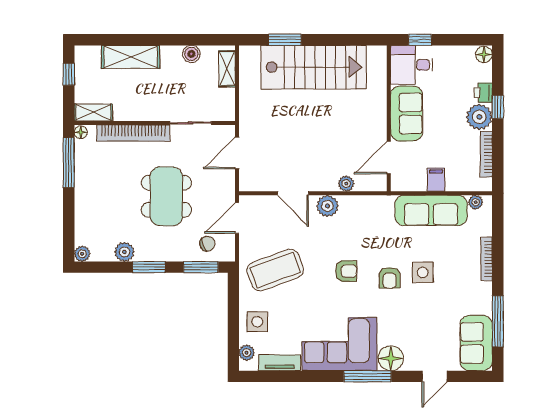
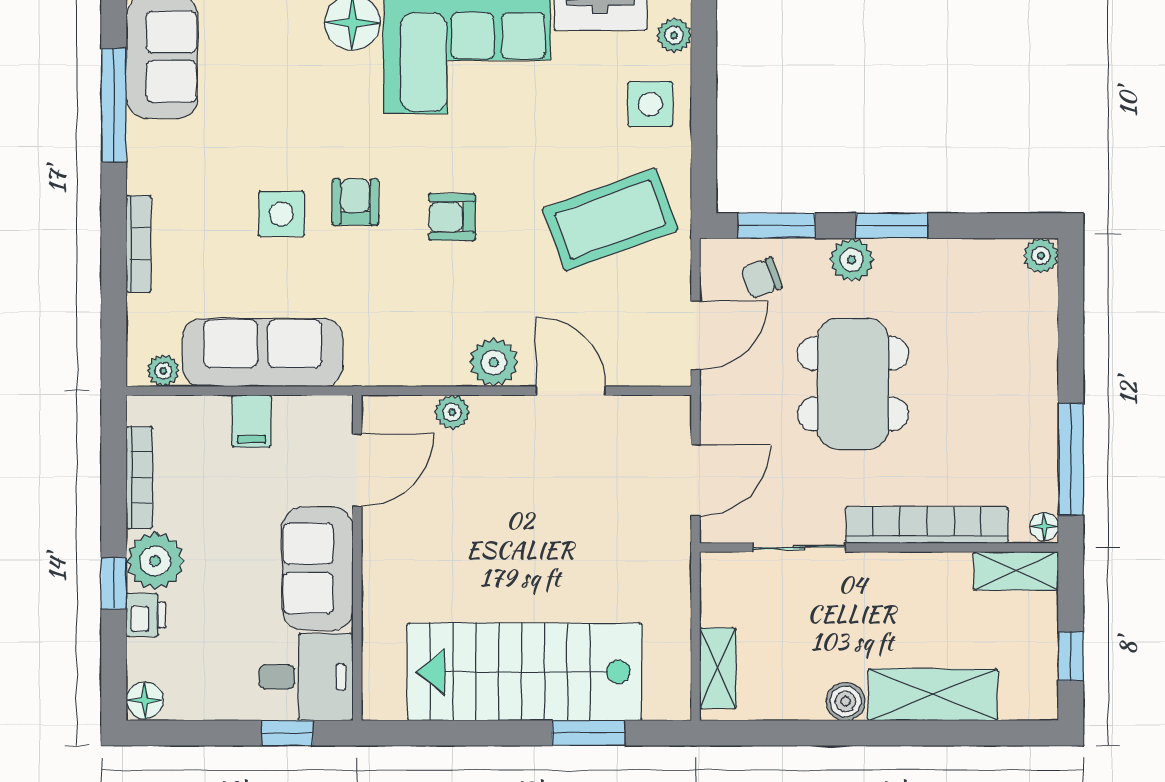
boiler: (191, 54) -> (845, 701), moved
plant: (124, 252) -> (852, 260), moved

